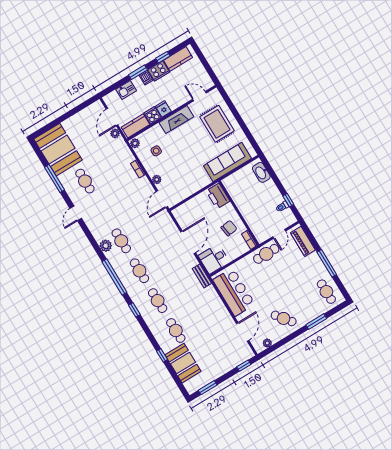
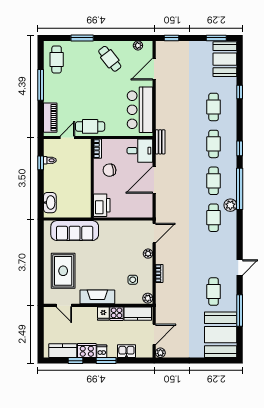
plant: (115, 133) -> (160, 353), moved
plant: (106, 246) -> (230, 205), moved
booth: (183, 363) -> (225, 59), moved

